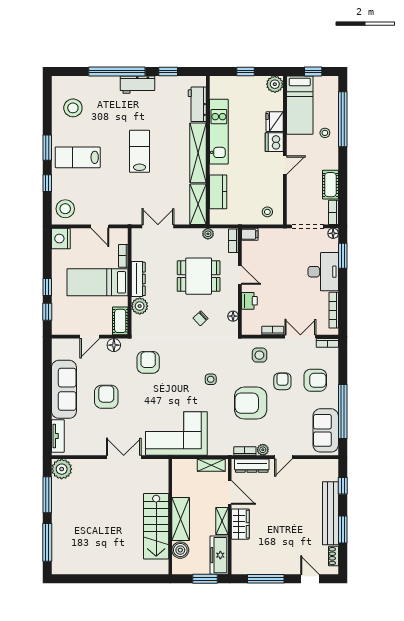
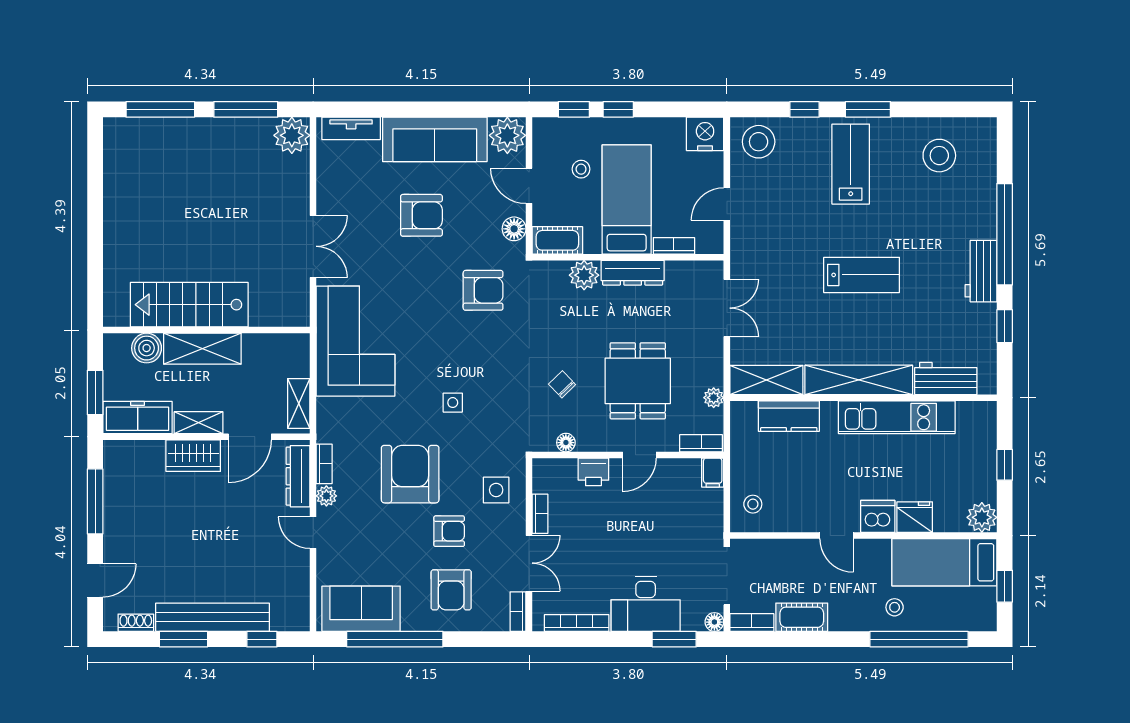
stool: (81, 308) -> (581, 169), added
plant: (62, 349) -> (507, 135), added

